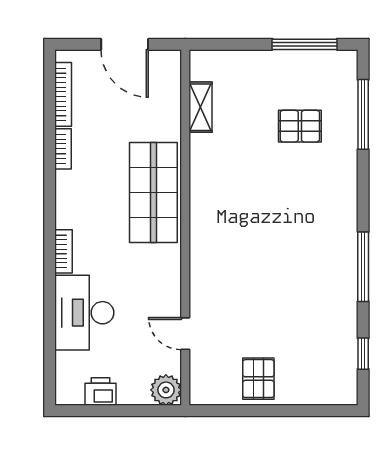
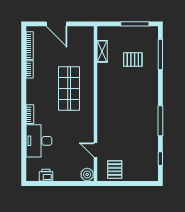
shelving: (201, 107) -> (102, 51), moved
wall: (185, 227) -> (96, 104), moved
door: (185, 334) -> (96, 150), moved
plant: (166, 390) -> (87, 174), moved

